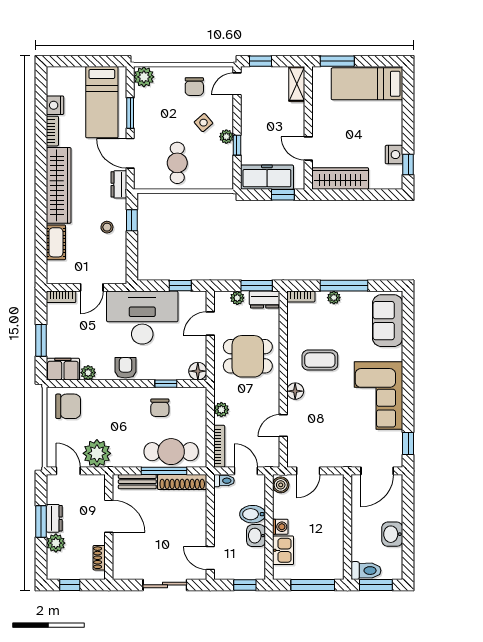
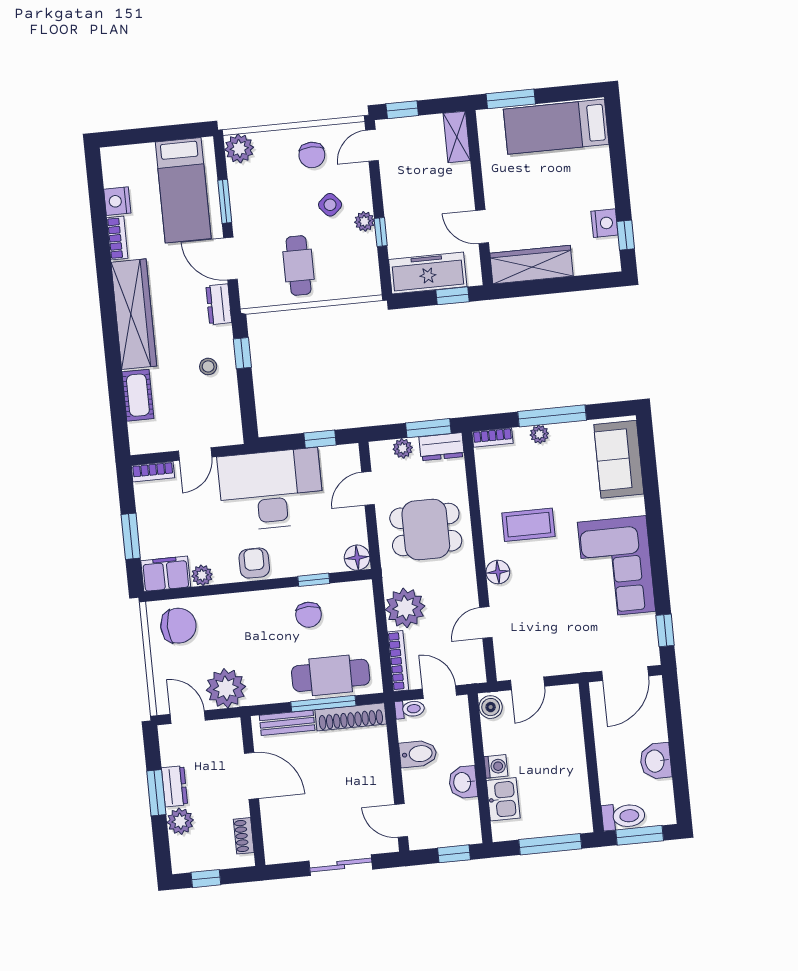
plant: (221, 410) -> (405, 608), width x1.87, depth x1.87
bidet: (253, 514) -> (418, 754), moved, turned 180

